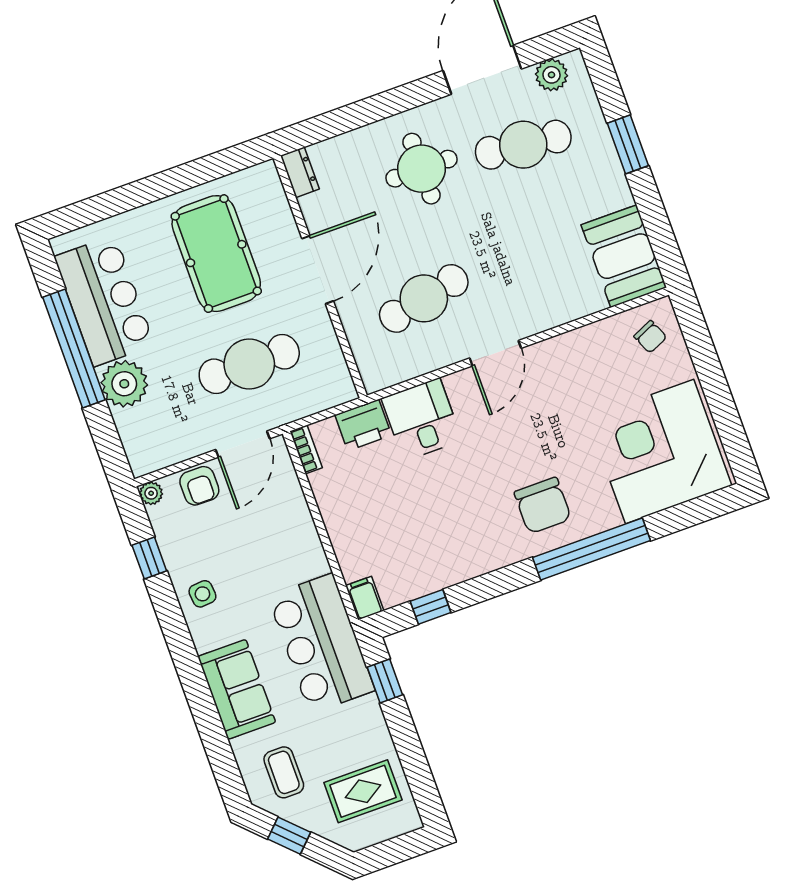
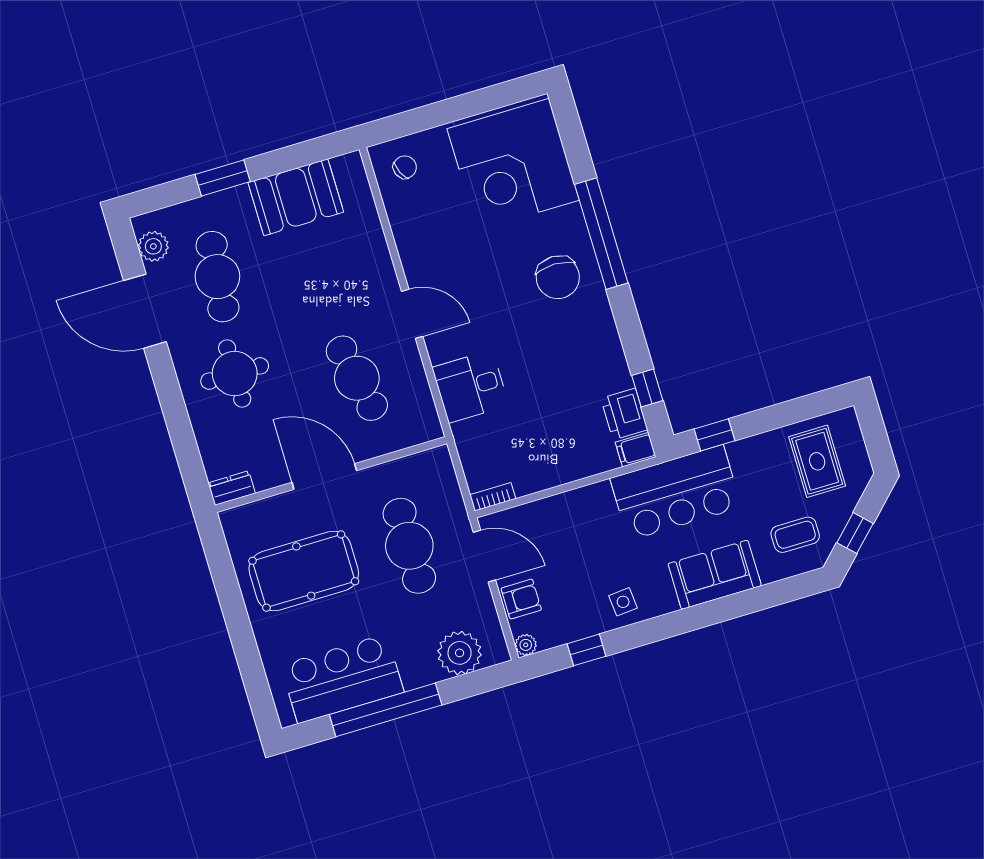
booth: (624, 256) -> (296, 197), moved
plant: (124, 384) -> (460, 653), moved
printer: (363, 425) -> (624, 414), moved, turned 180
chair: (543, 505) -> (558, 277), turned 90

